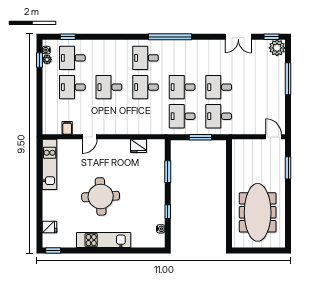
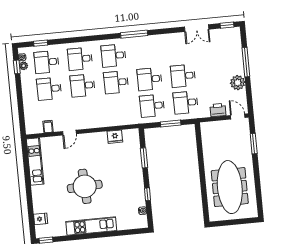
window: (170, 37) -> (134, 34), width x0.68
plant: (277, 48) -> (238, 83), moved
desk: (109, 58) -> (80, 59), added
printer: (253, 128) -> (218, 110), added

